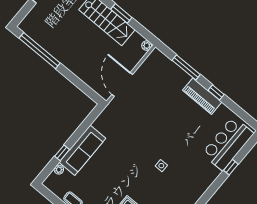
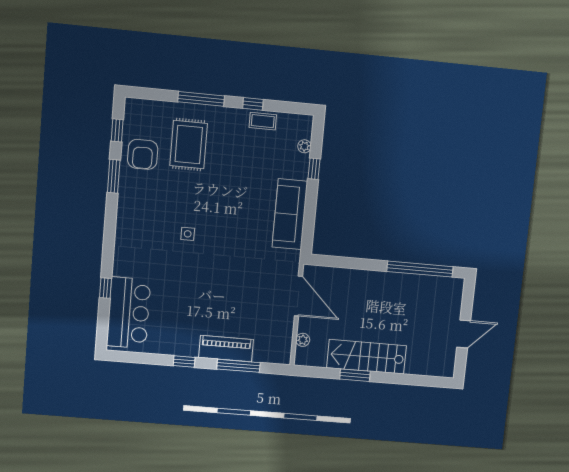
plant: (147, 46) -> (303, 340), moved
piano: (202, 96) -> (226, 349), moved
sofa: (82, 150) -> (290, 214), moved

